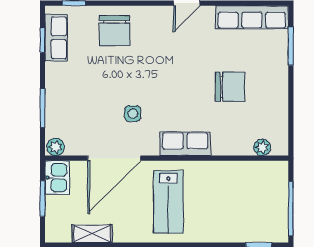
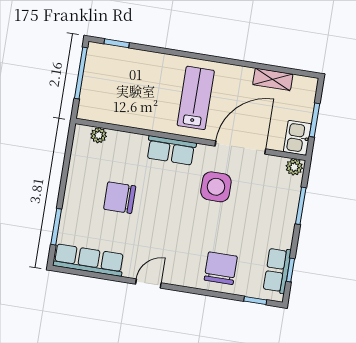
side table: (133, 114) -> (216, 187), width x1.87, depth x1.87

